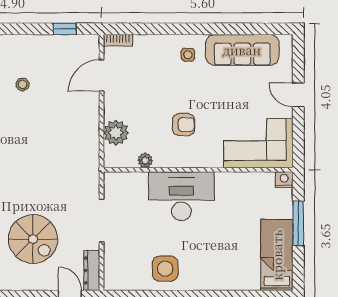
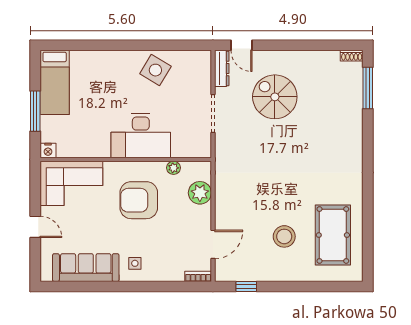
stool: (23, 84) -> (284, 236), width x1.89, depth x1.89
armchair: (184, 125) -> (139, 200), width x1.88, depth x1.88
side table: (165, 269) -> (155, 70), turned 31

